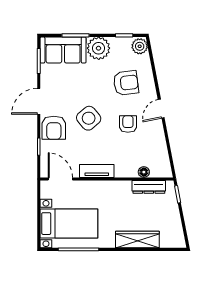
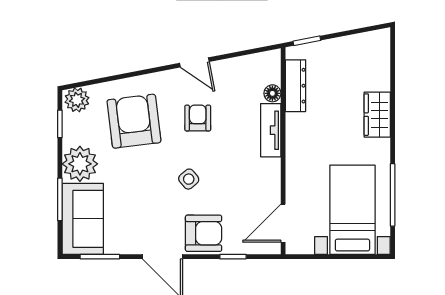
armchair: (126, 83) -> (134, 121), width x1.36, depth x1.36
door: (161, 109) -> (194, 62), moved
side table: (89, 118) -> (189, 179), width x0.54, depth x0.54
armchair: (128, 124) -> (198, 118), turned 90
tv unit: (97, 171) -> (271, 130), moved
wardrobe: (137, 239) -> (377, 115), width x0.67

